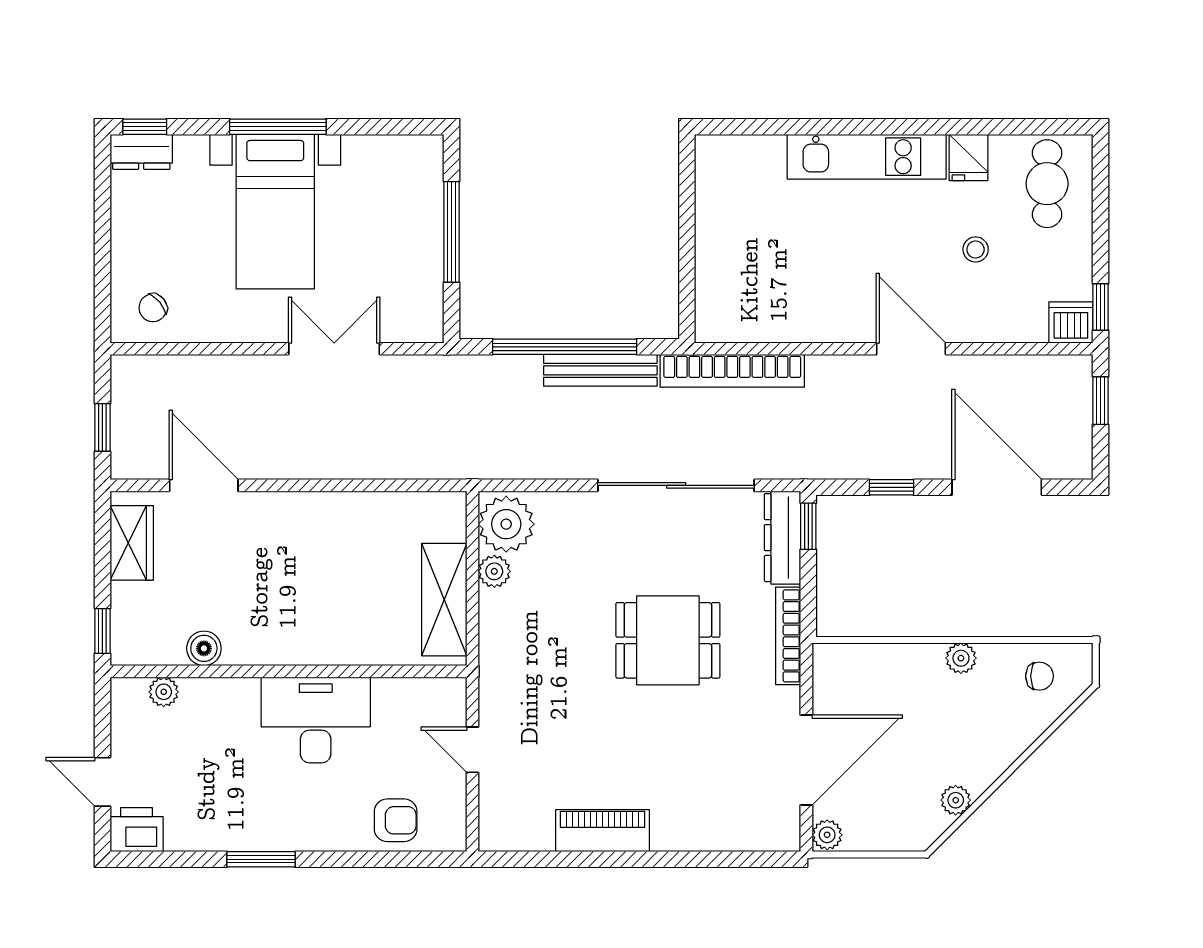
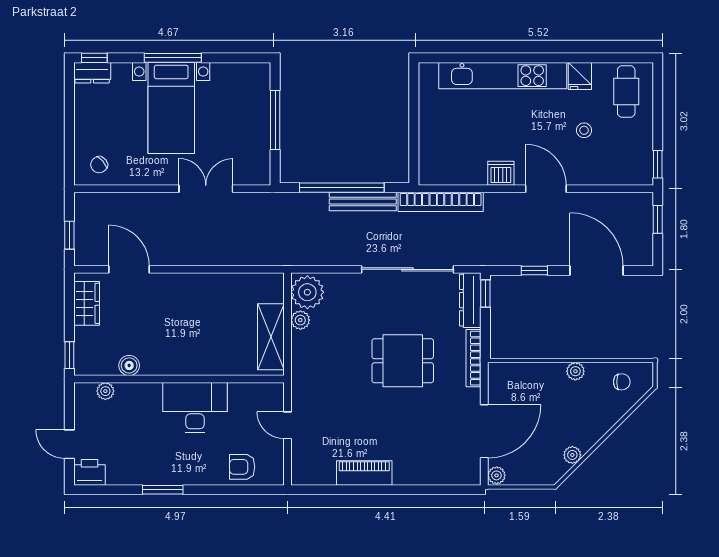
kitchen unit: (867, 157) -> (503, 76), width x1.36
dishwasher: (1071, 322) -> (501, 173), moved
armchair: (396, 820) -> (242, 467), turned 180

